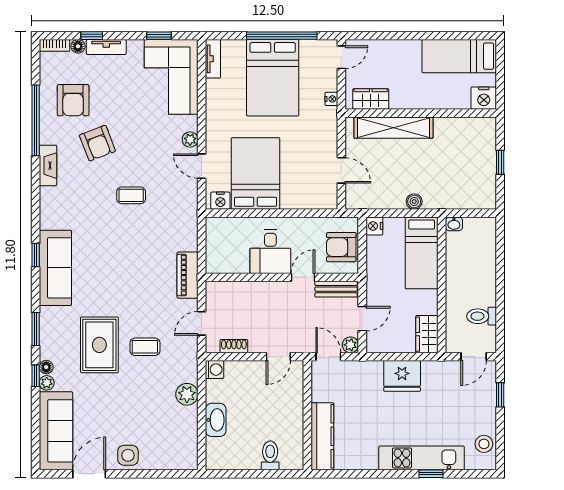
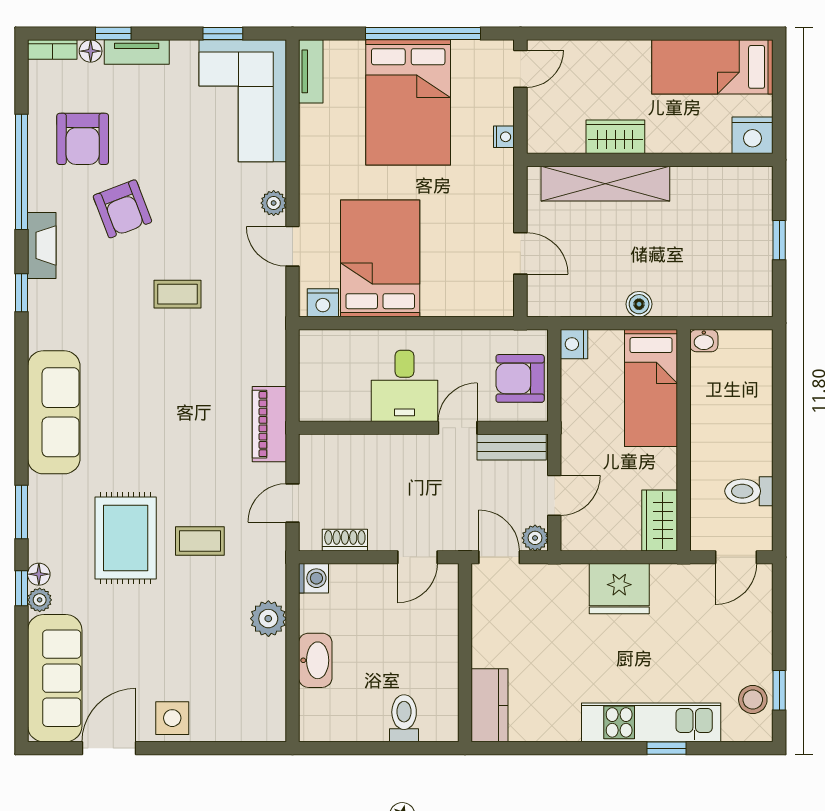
wardrobe: (371, 99) -> (615, 137), moved
window: (36, 255) -> (21, 293), moved
window: (500, 395) -> (779, 690), moved
kitchen counter: (322, 436) -> (489, 705), width x0.67

